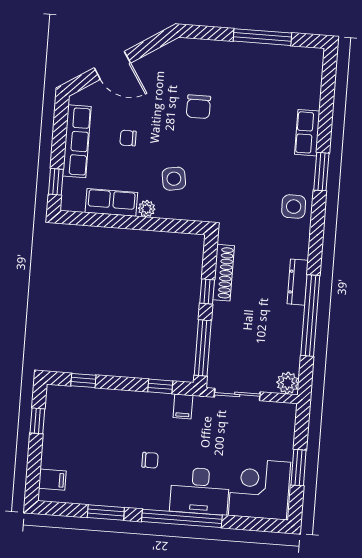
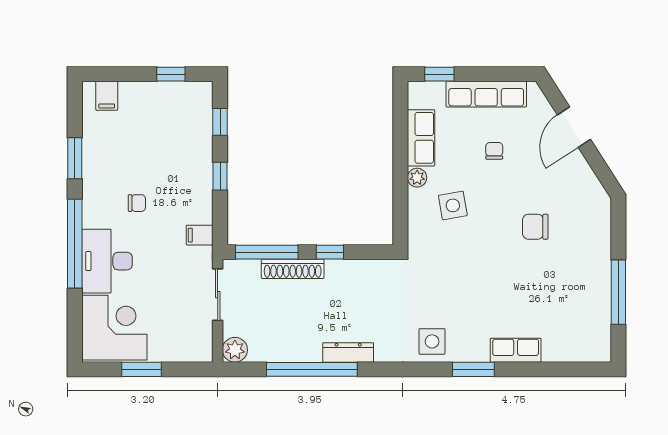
shoe rack: (224, 273) -> (293, 269), moved
window: (160, 386) -> (220, 176), moved
chair: (150, 460) -> (137, 203), turned -90

